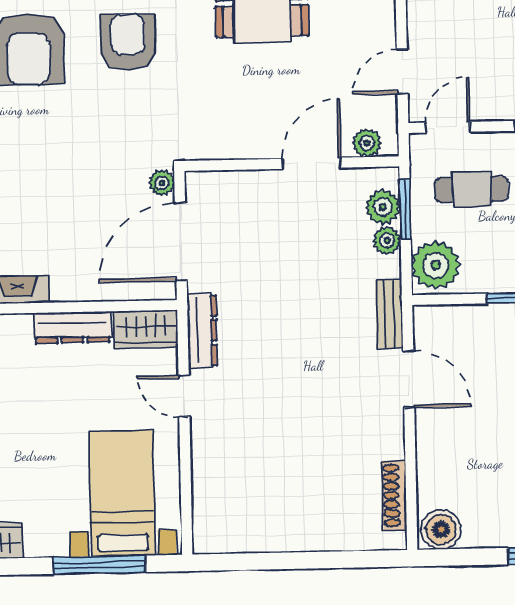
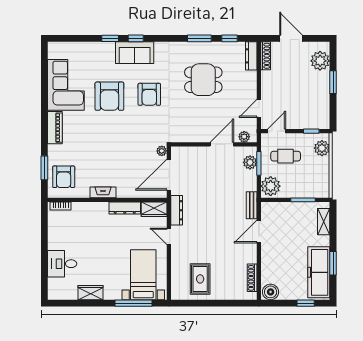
armchair: (128, 42) -> (149, 94), turned 180
plant: (387, 241) -> (251, 176), removed
door: (409, 379) -> (259, 232), swing flipped
rug: (264, 501) -> (200, 279), added

